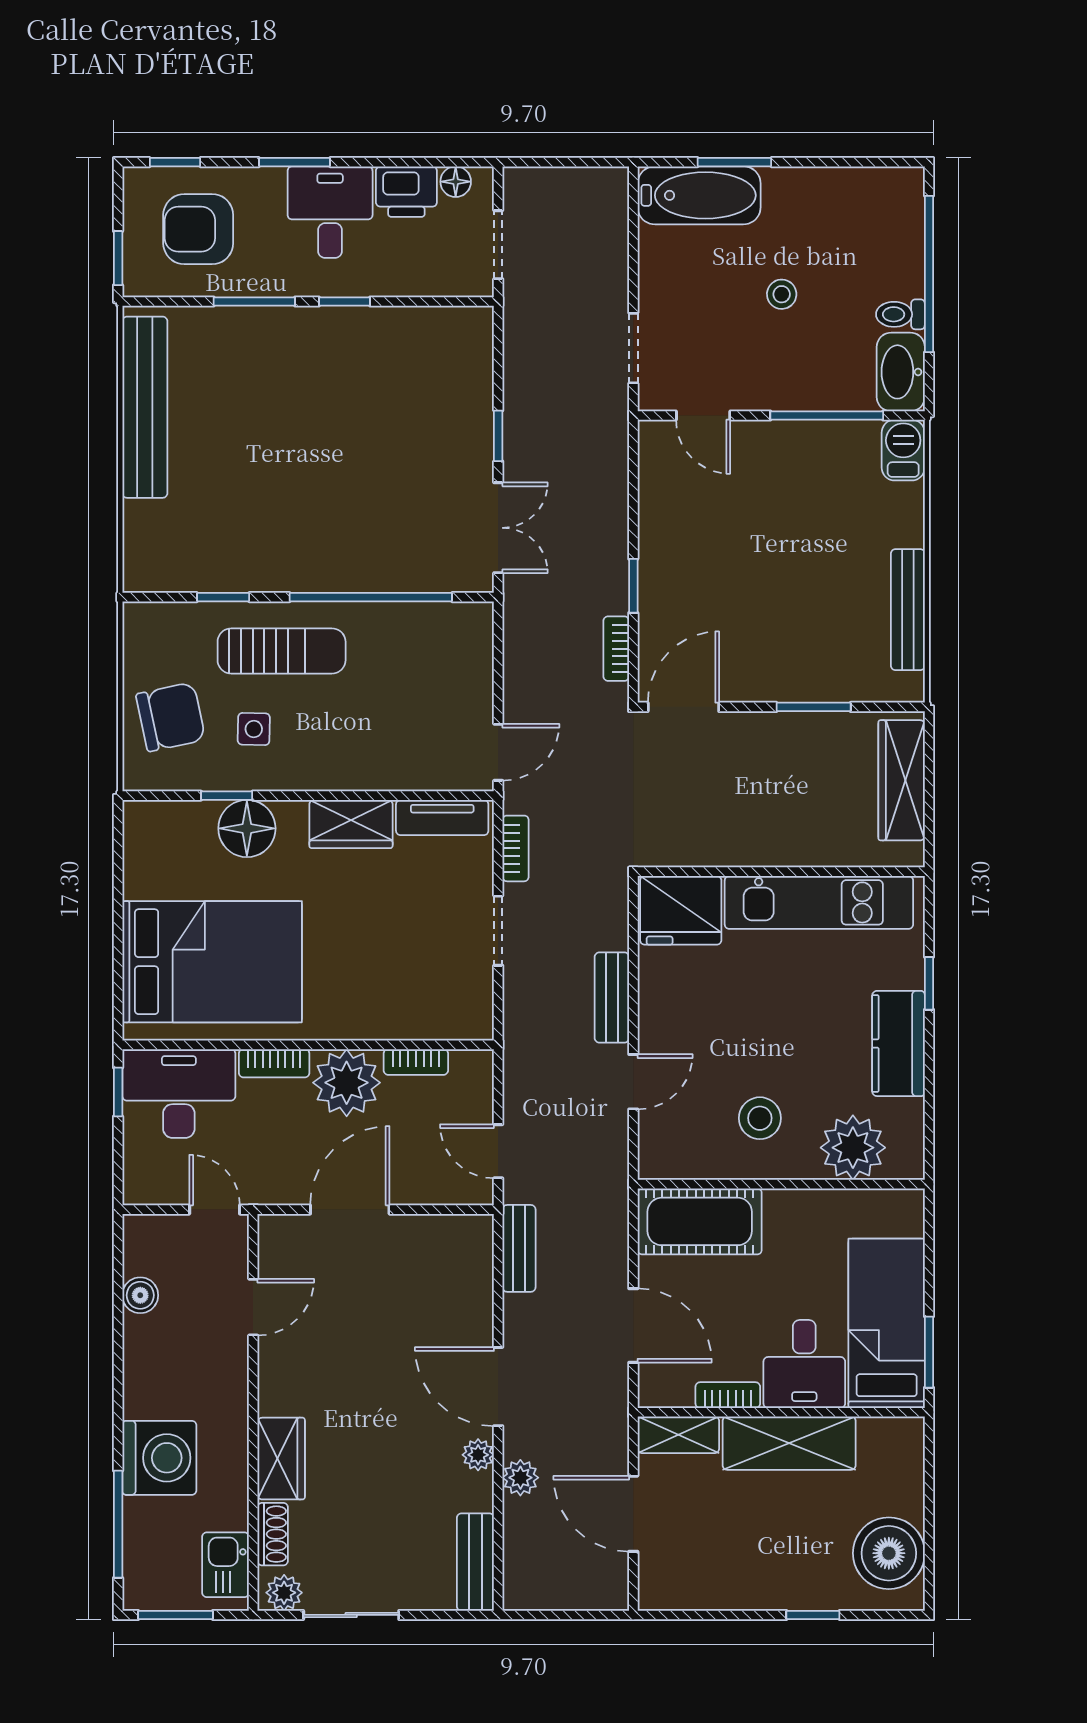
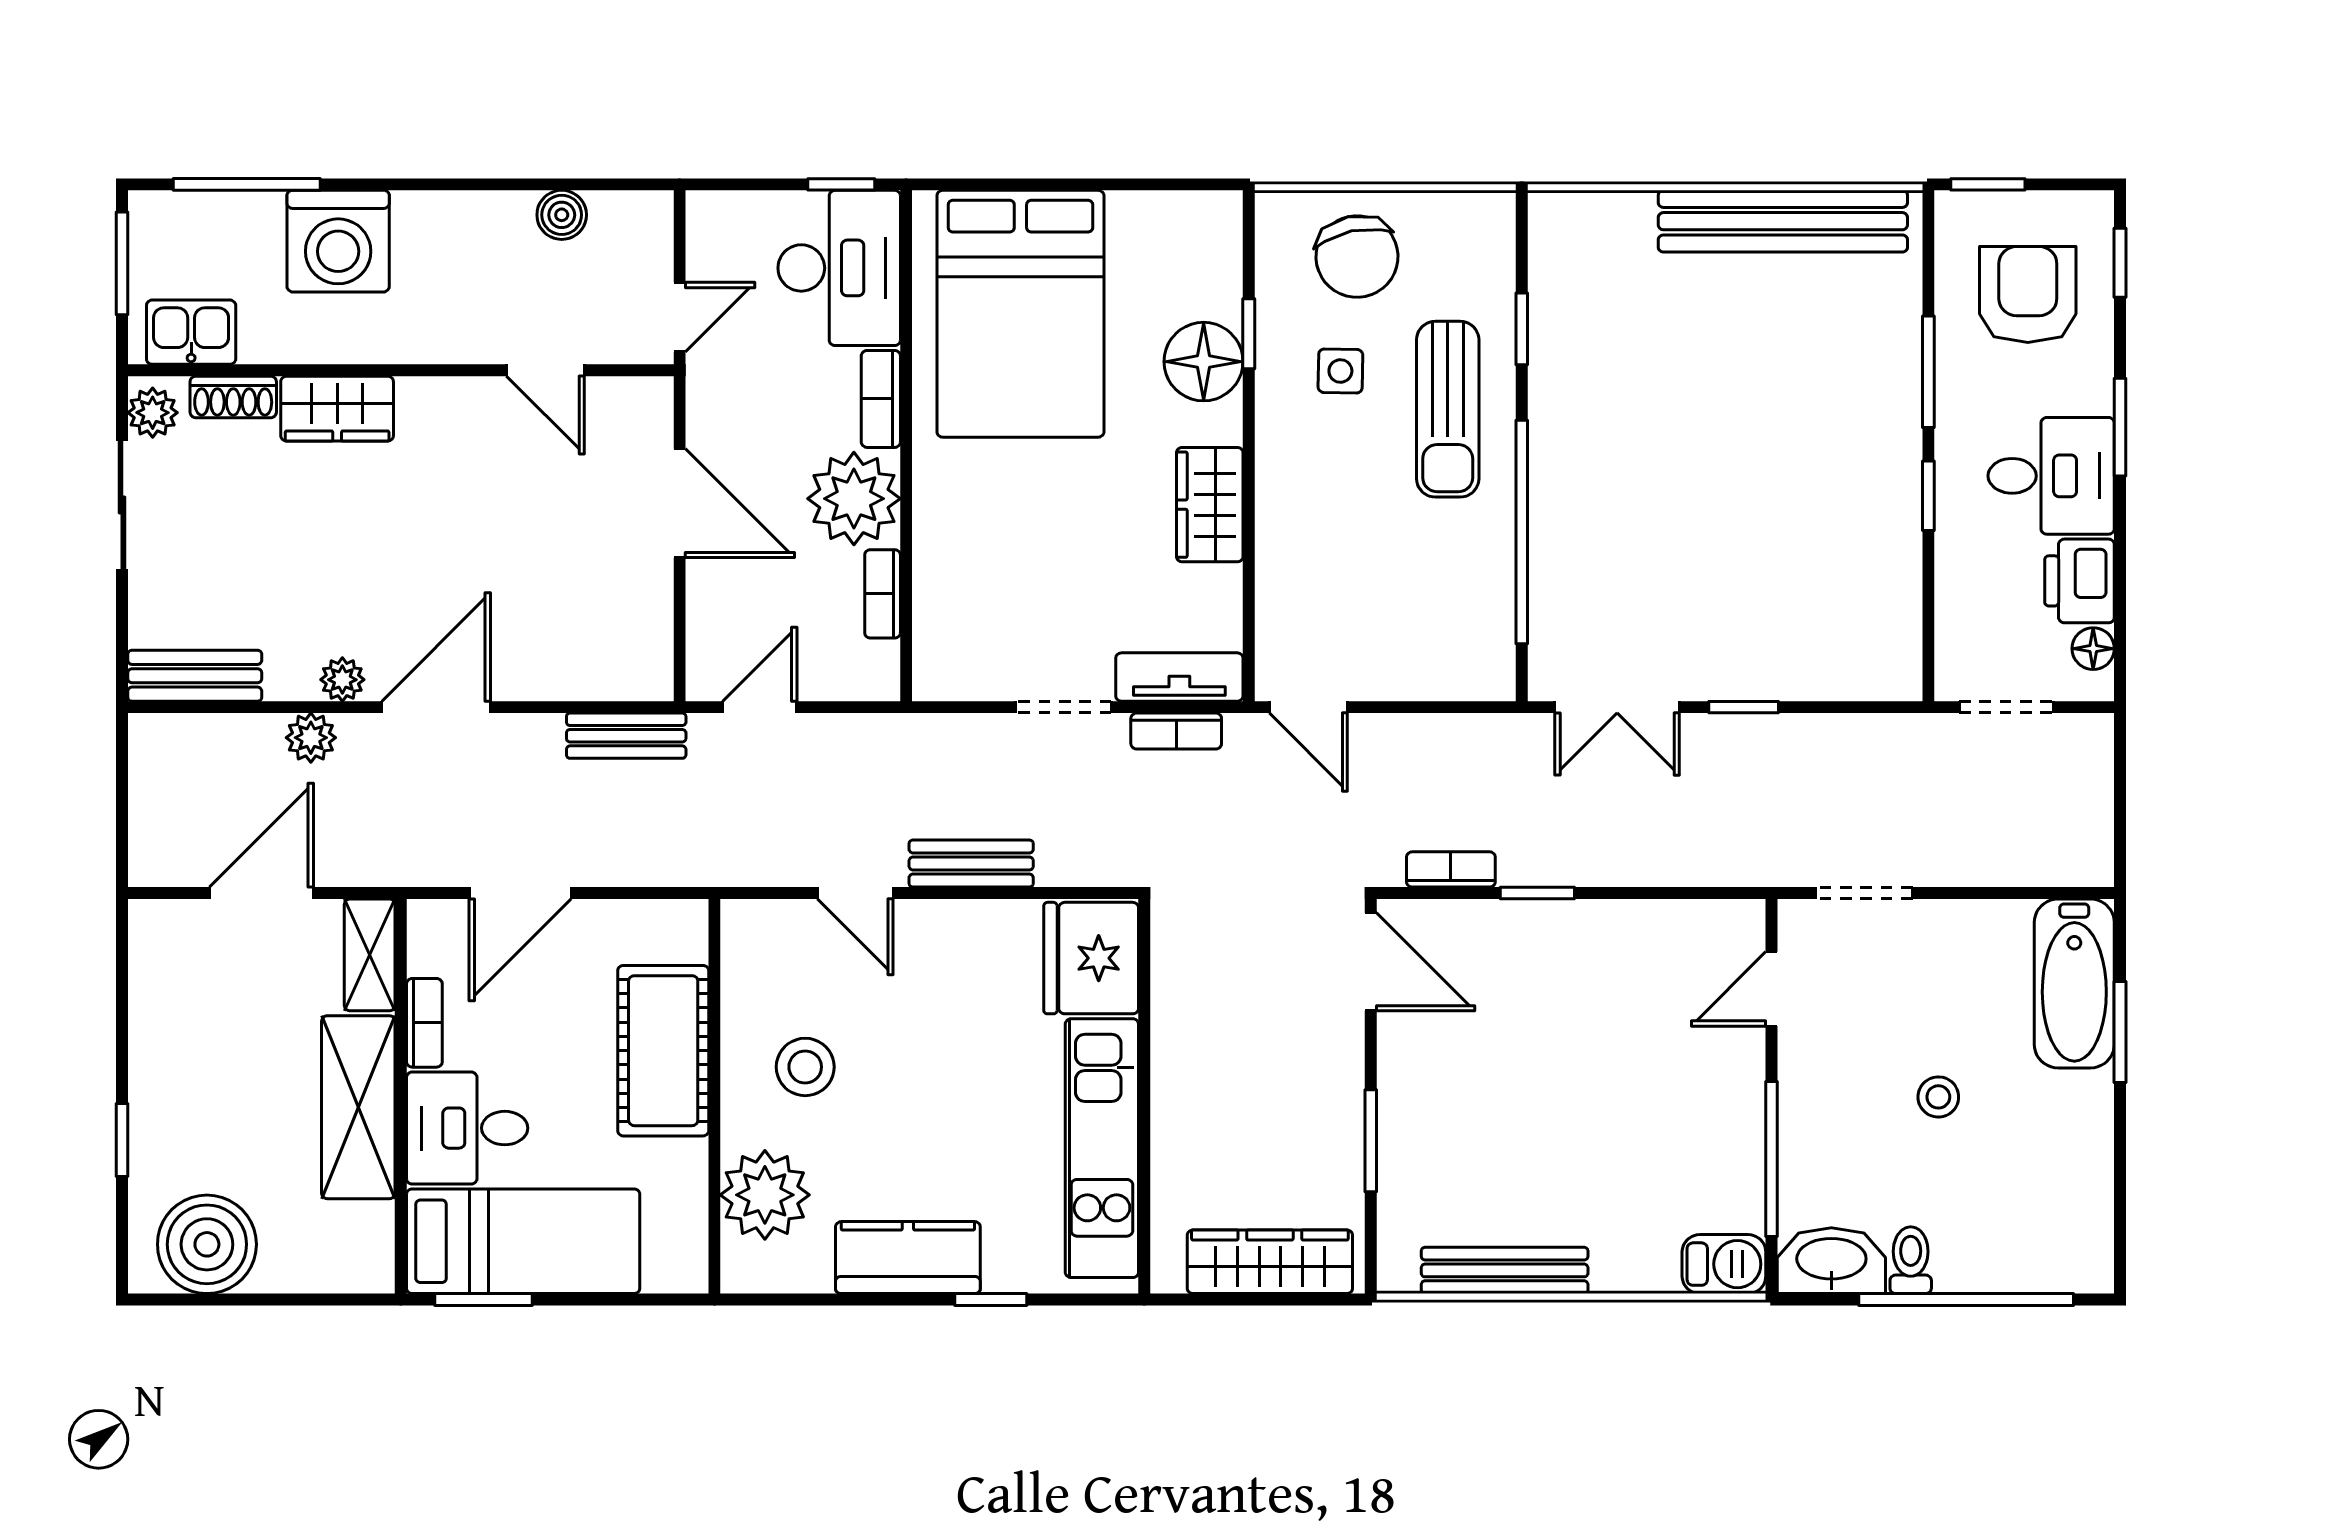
tv unit: (442, 818) -> (1179, 677), moved, turned 90
cot: (700, 1221) -> (663, 1051), moved

